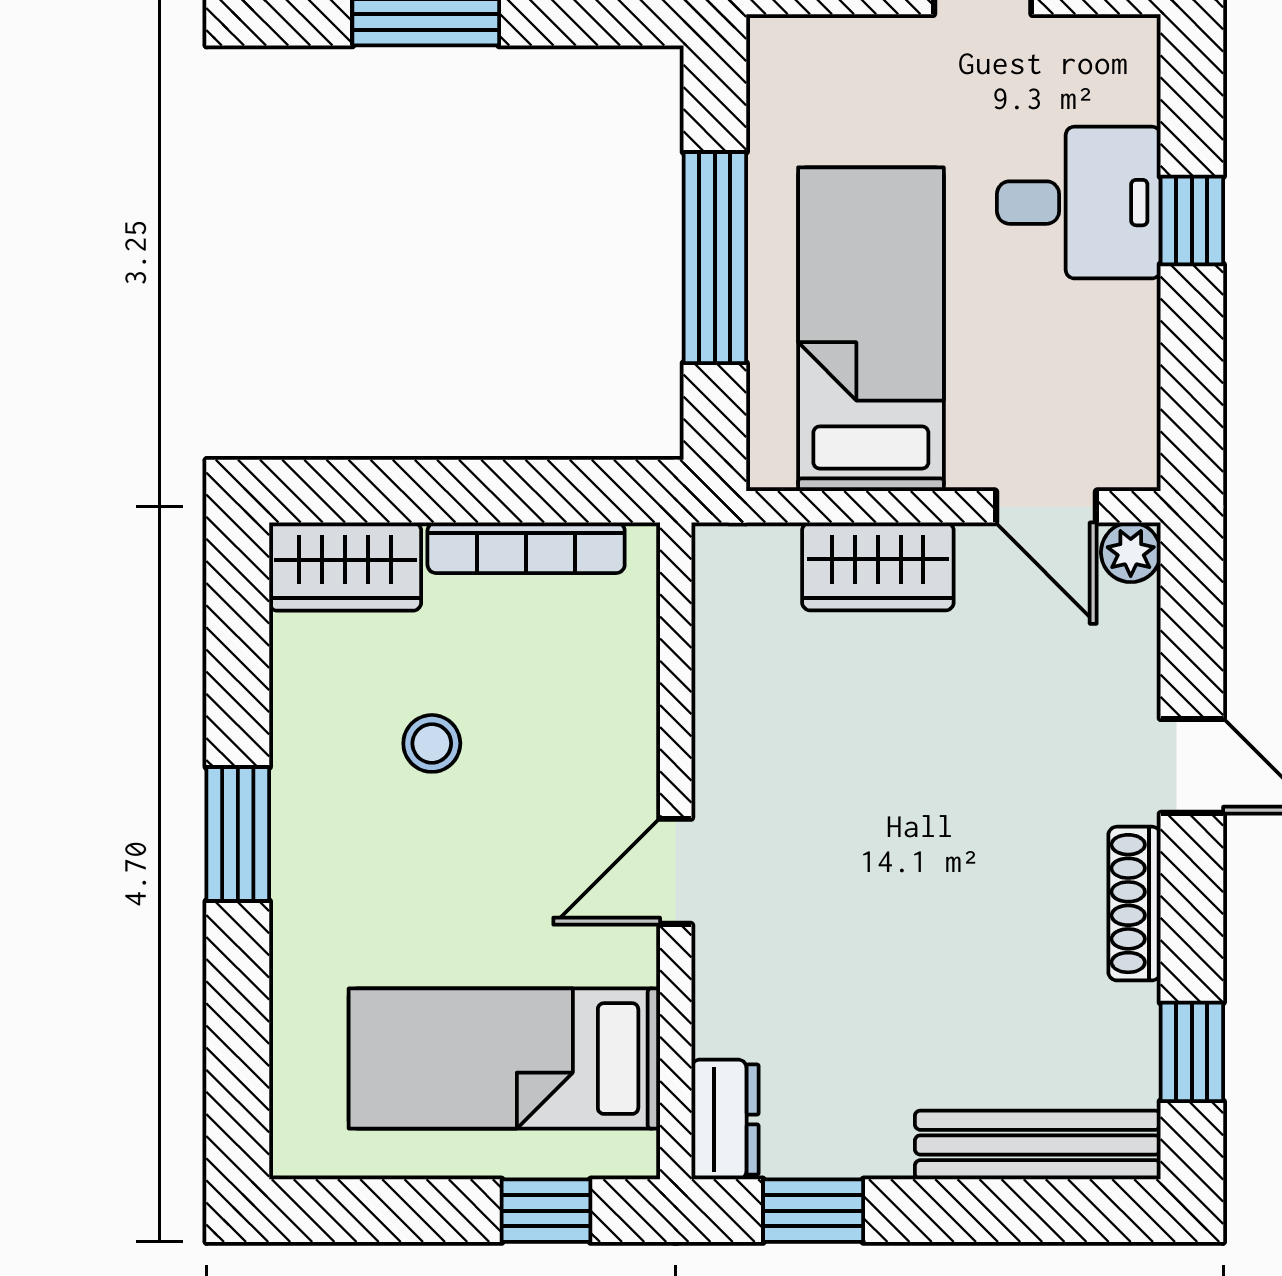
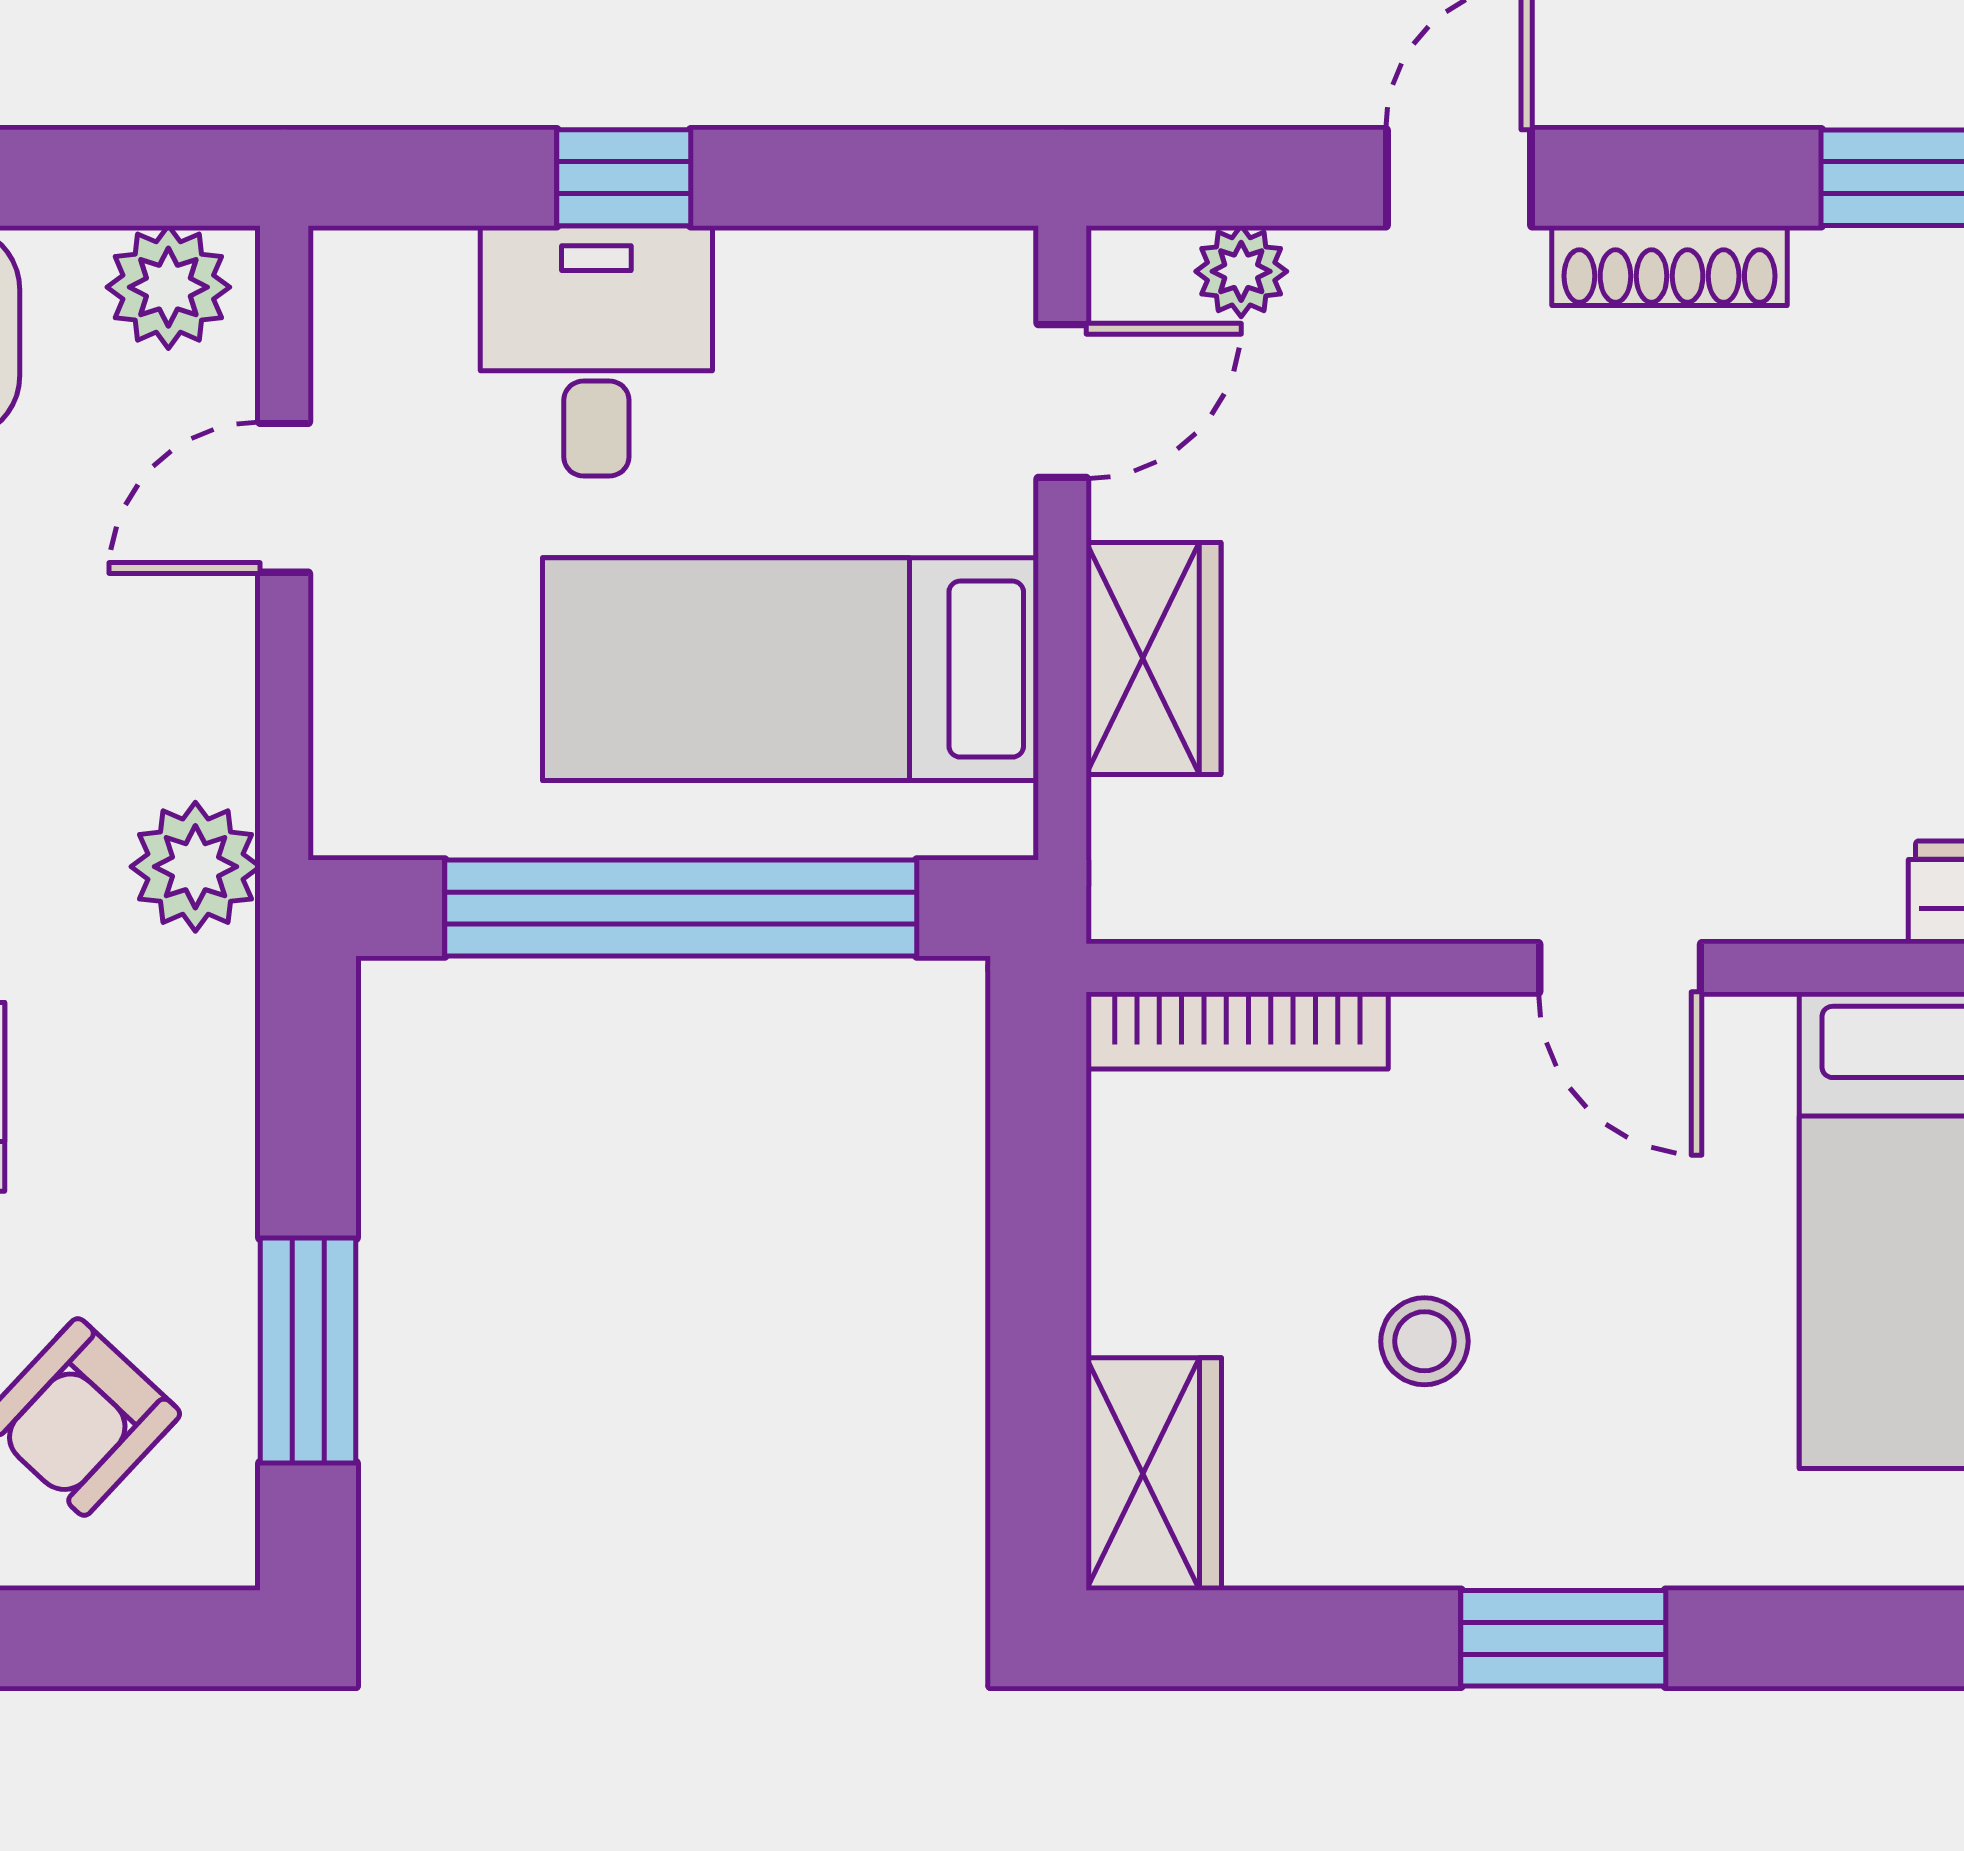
window: (715, 258) -> (681, 908), width x1.46
bookcase: (526, 548) -> (1237, 1030), moved, turned 90
plant: (1131, 552) -> (1241, 271), moved

